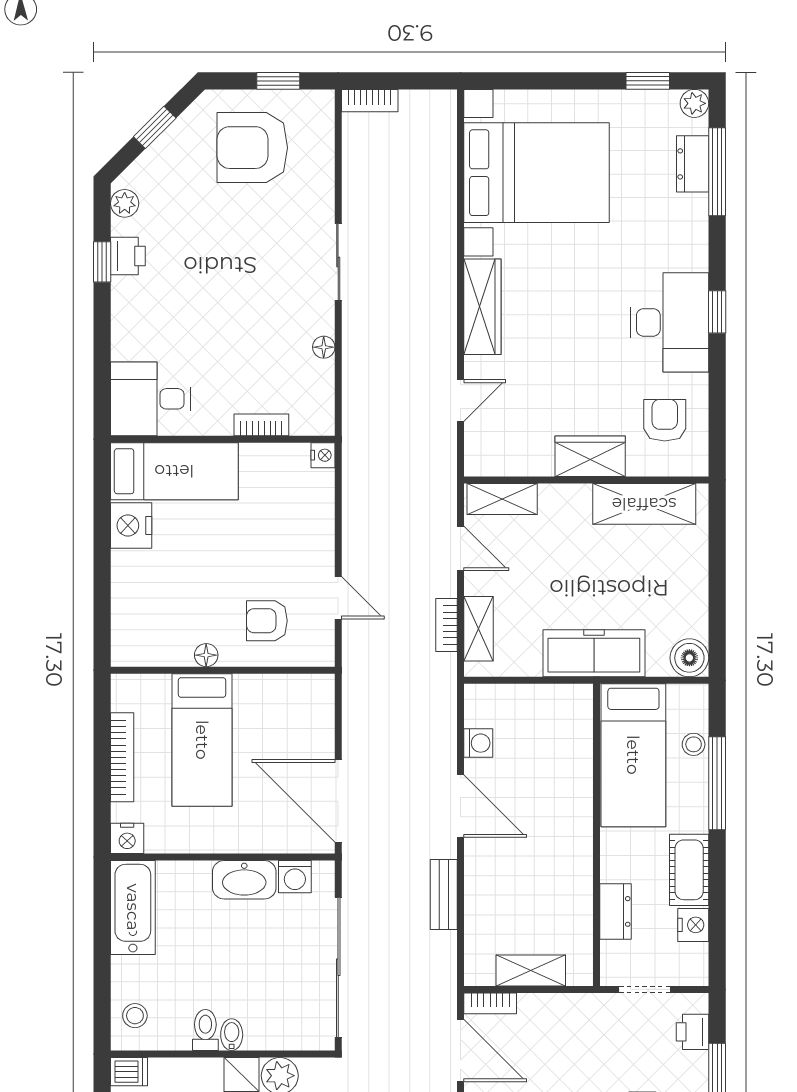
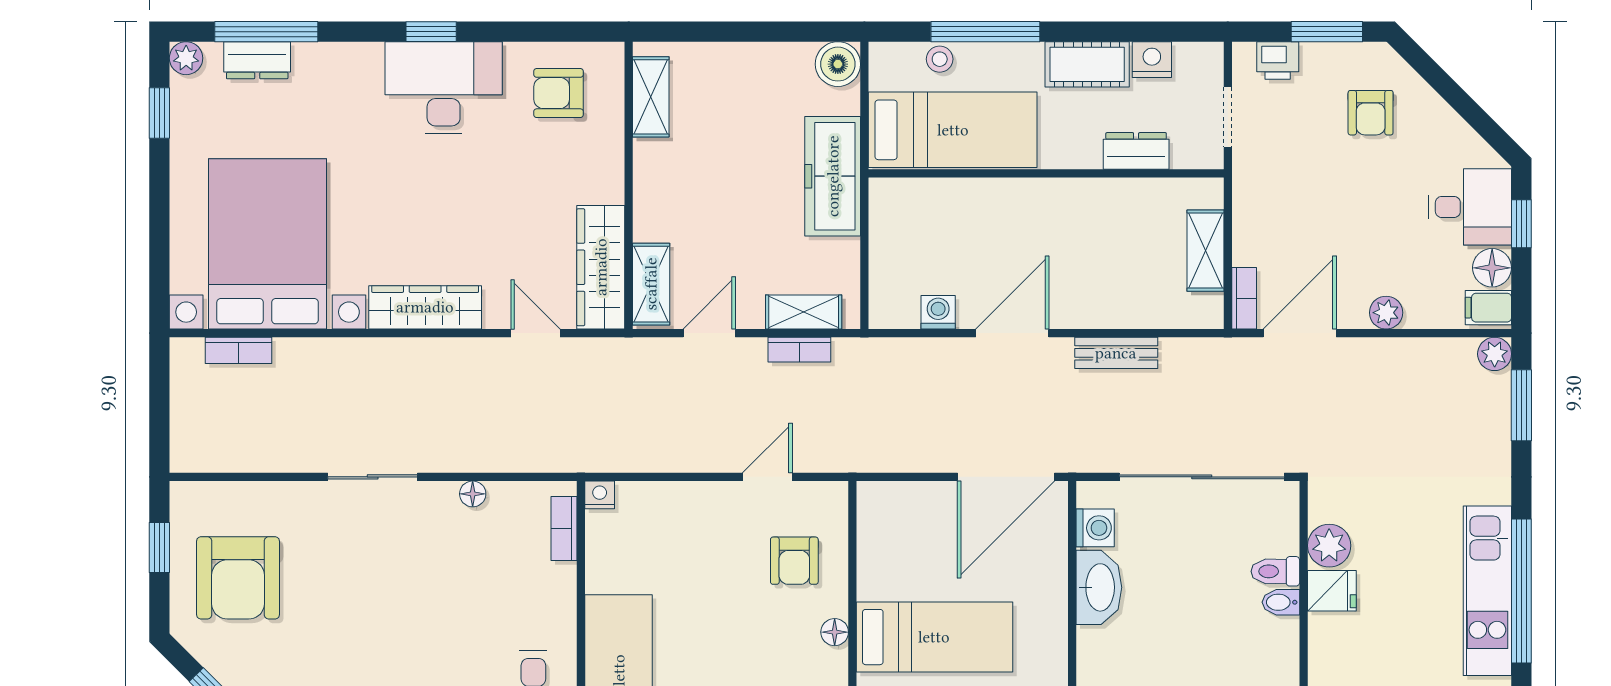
bookcase: (370, 101) -> (239, 350), moved, turned 90
bookcase: (261, 425) -> (564, 528), moved
wardrobe: (590, 456) -> (601, 267), moved, width x1.50
shelving: (644, 504) -> (651, 97), width x0.67, depth x0.75
toilet: (205, 1030) -> (1275, 571), moved

